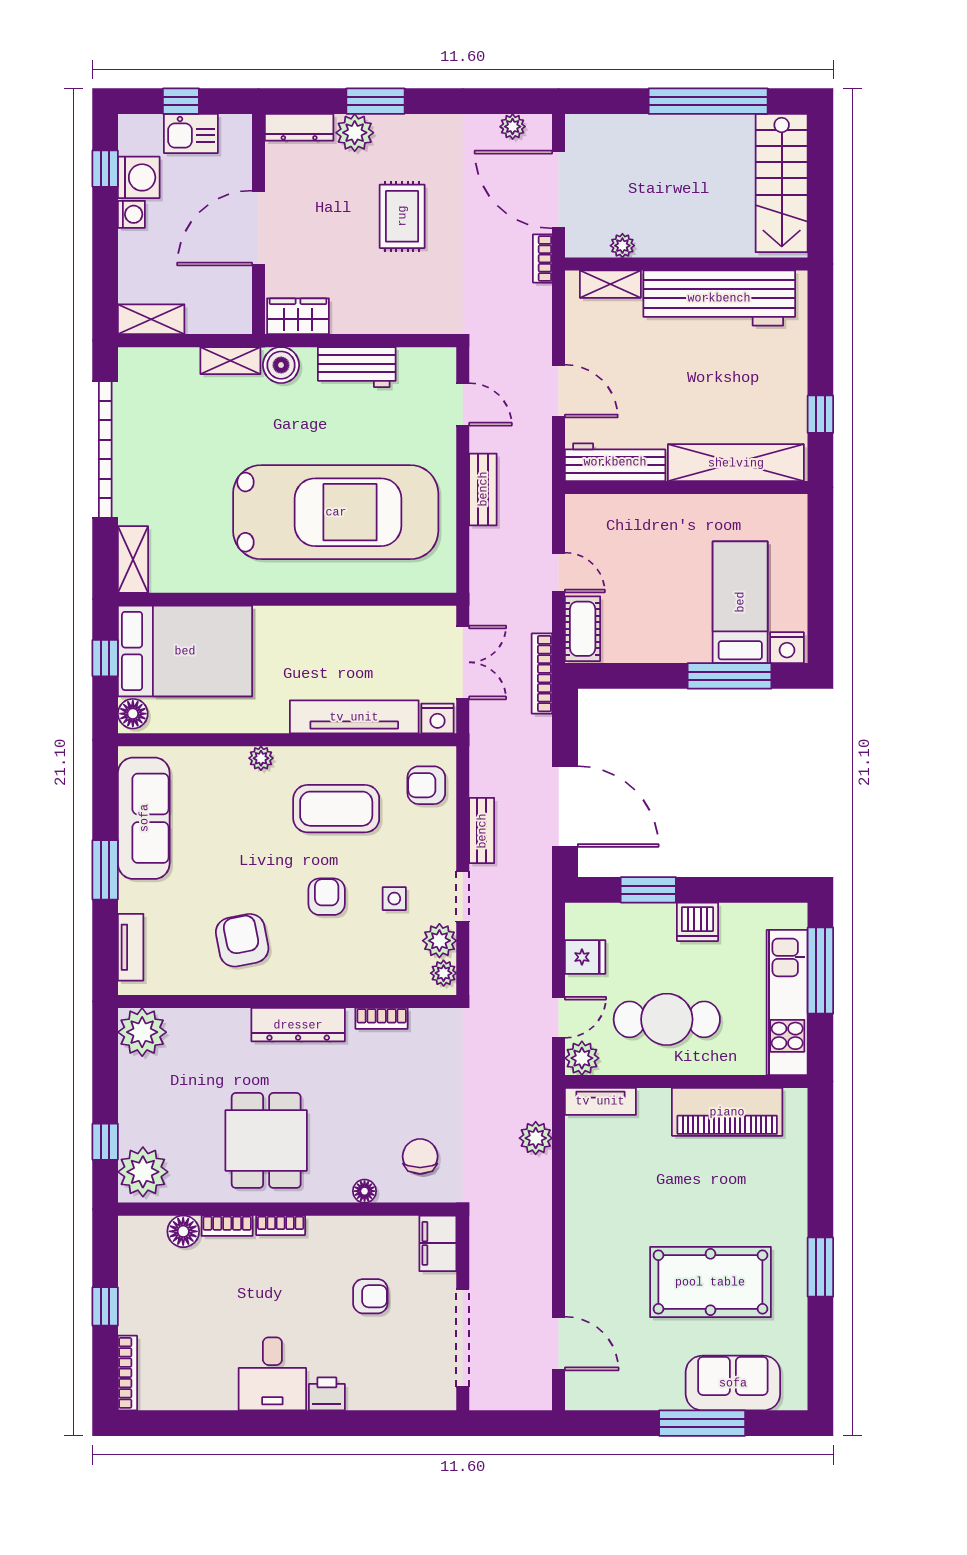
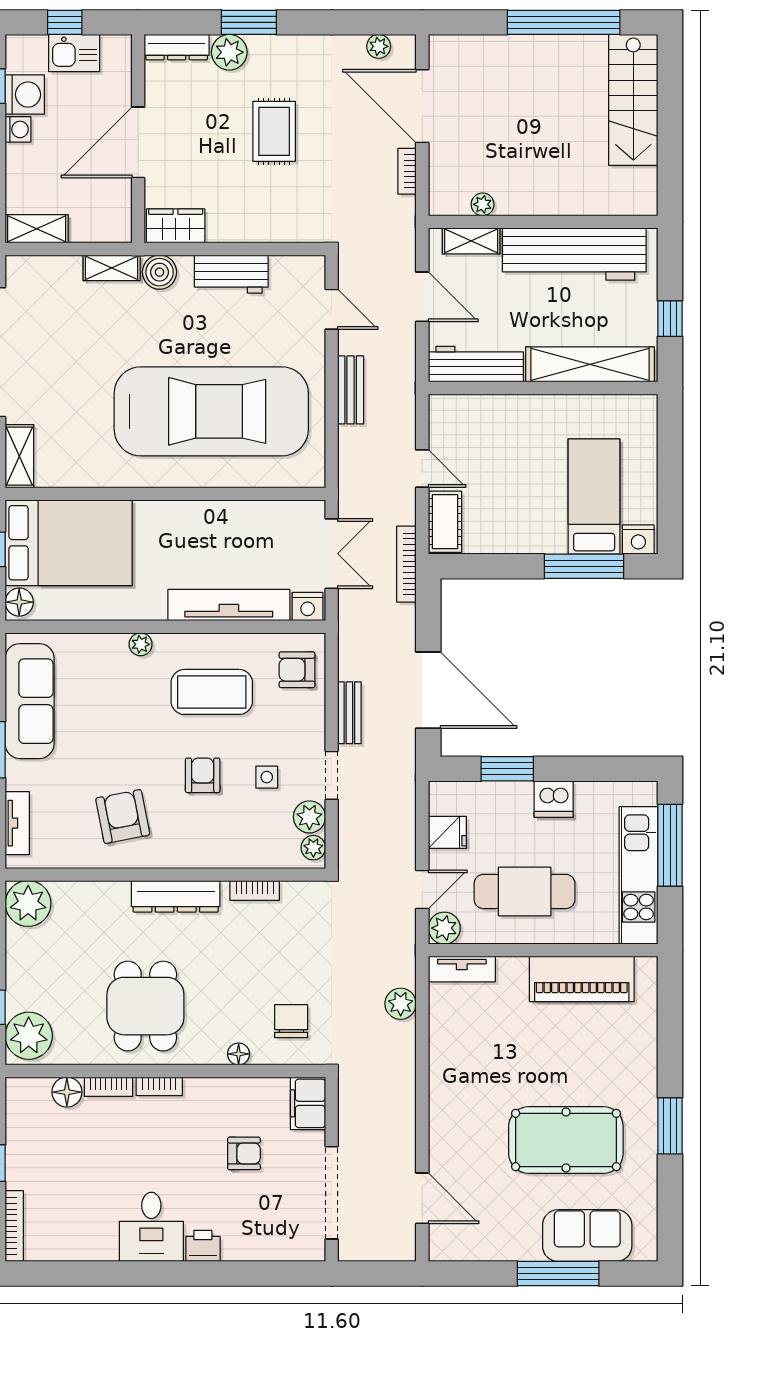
plant: (622, 246) -> (483, 204), moved
wall: (686, 264) -> (543, 222), moved
shelving: (610, 284) -> (471, 241), moved
workbench: (719, 298) -> (574, 254), moved

